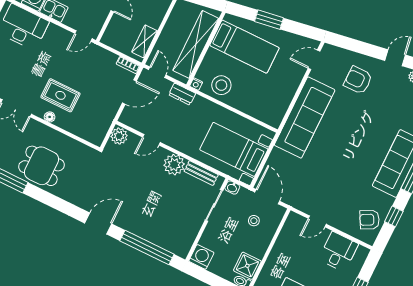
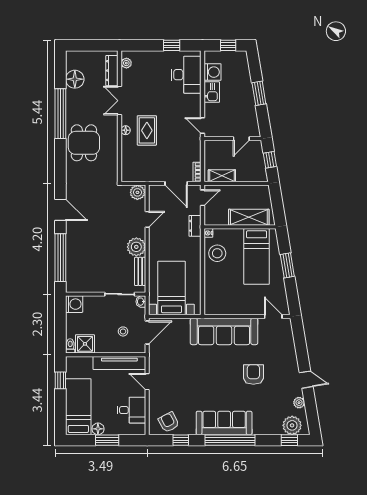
shelving: (196, 44) -> (249, 217), width x0.68
armchair: (358, 80) -> (253, 375), moved
door: (151, 140) -> (147, 219), swing flipped
tv unit: (284, 240) -> (119, 363), added

